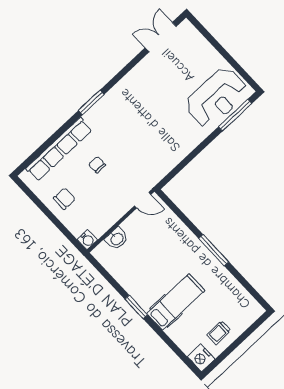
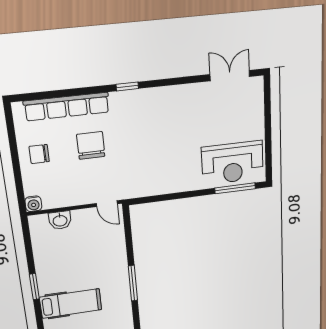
window: (91, 102) -> (127, 86), width x0.67
chair: (97, 165) -> (91, 145), width x1.87, depth x1.87
chair: (64, 199) -> (39, 154), turned 180

